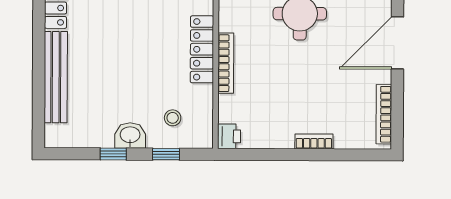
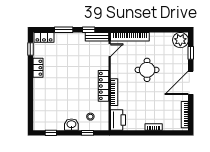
bench: (56, 77) -> (38, 99), removed
printer: (229, 136) -> (118, 120), width x1.87, depth x1.48
window: (113, 154) -> (51, 133), moved

